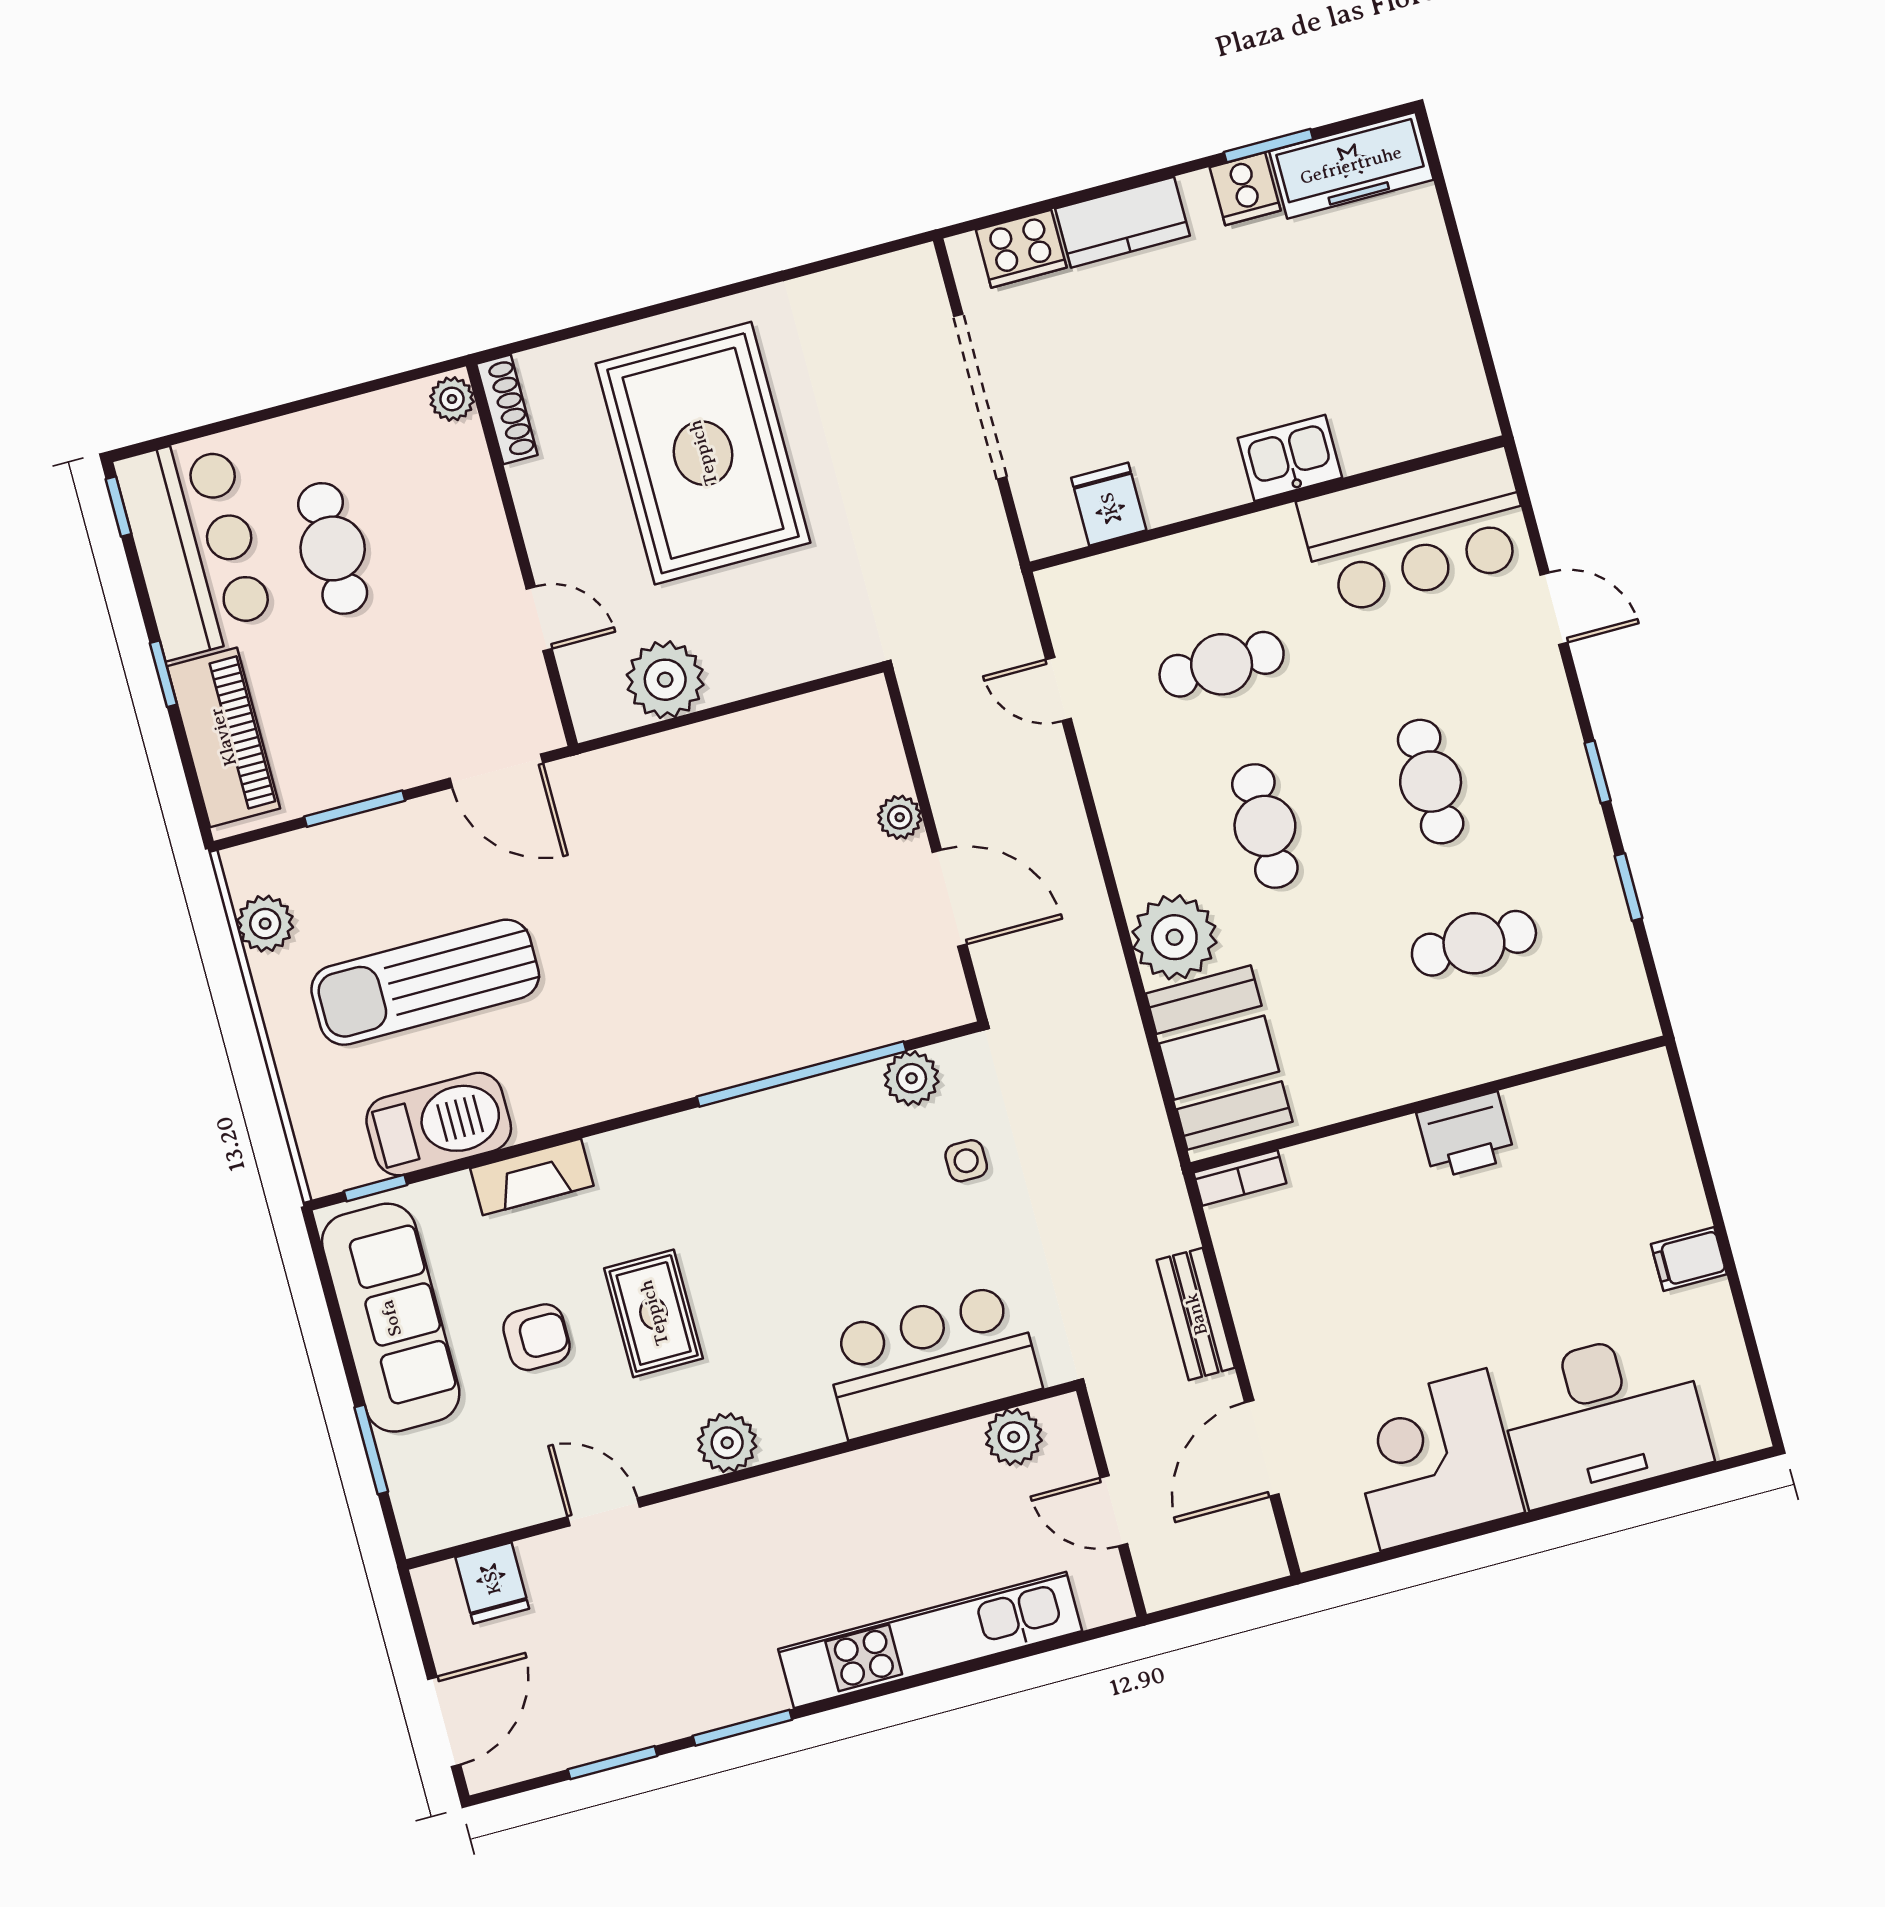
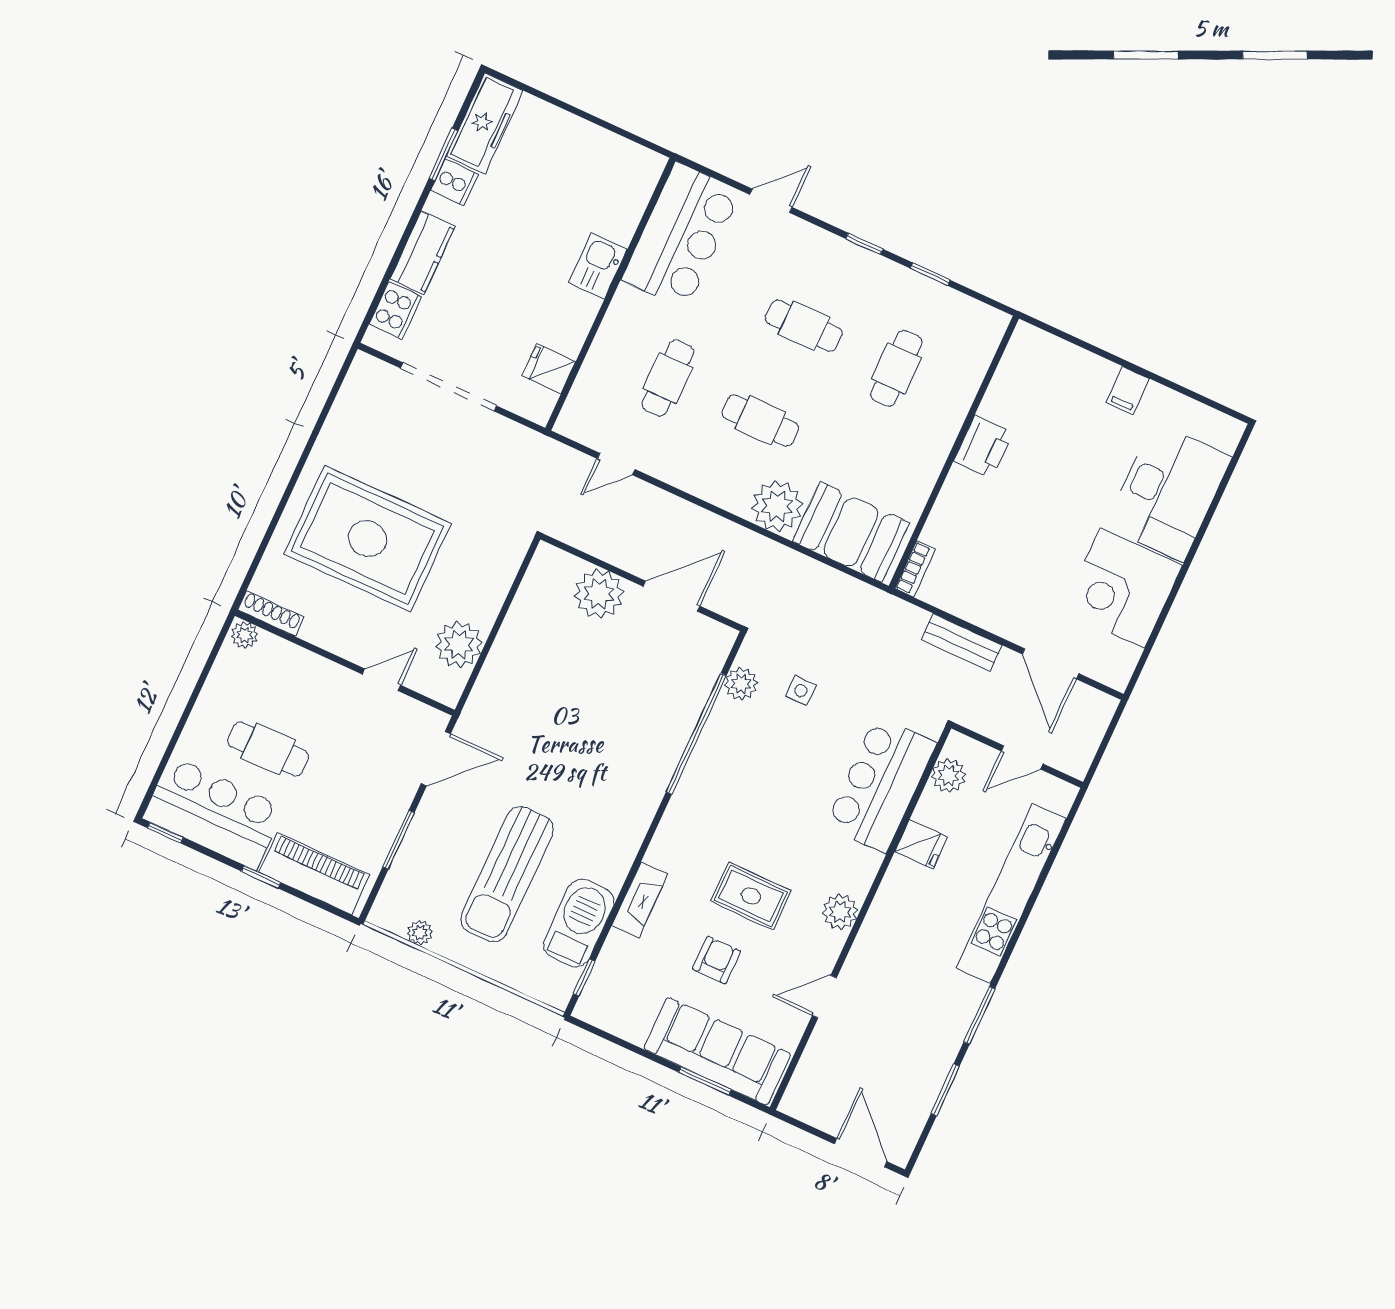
plant: (900, 817) -> (599, 594), width x1.88, depth x1.88
plant: (265, 924) -> (420, 933), width x0.73, depth x0.73
sofa: (391, 1318) -> (717, 1051), moved
fridge: (492, 1583) -> (921, 844), moved

